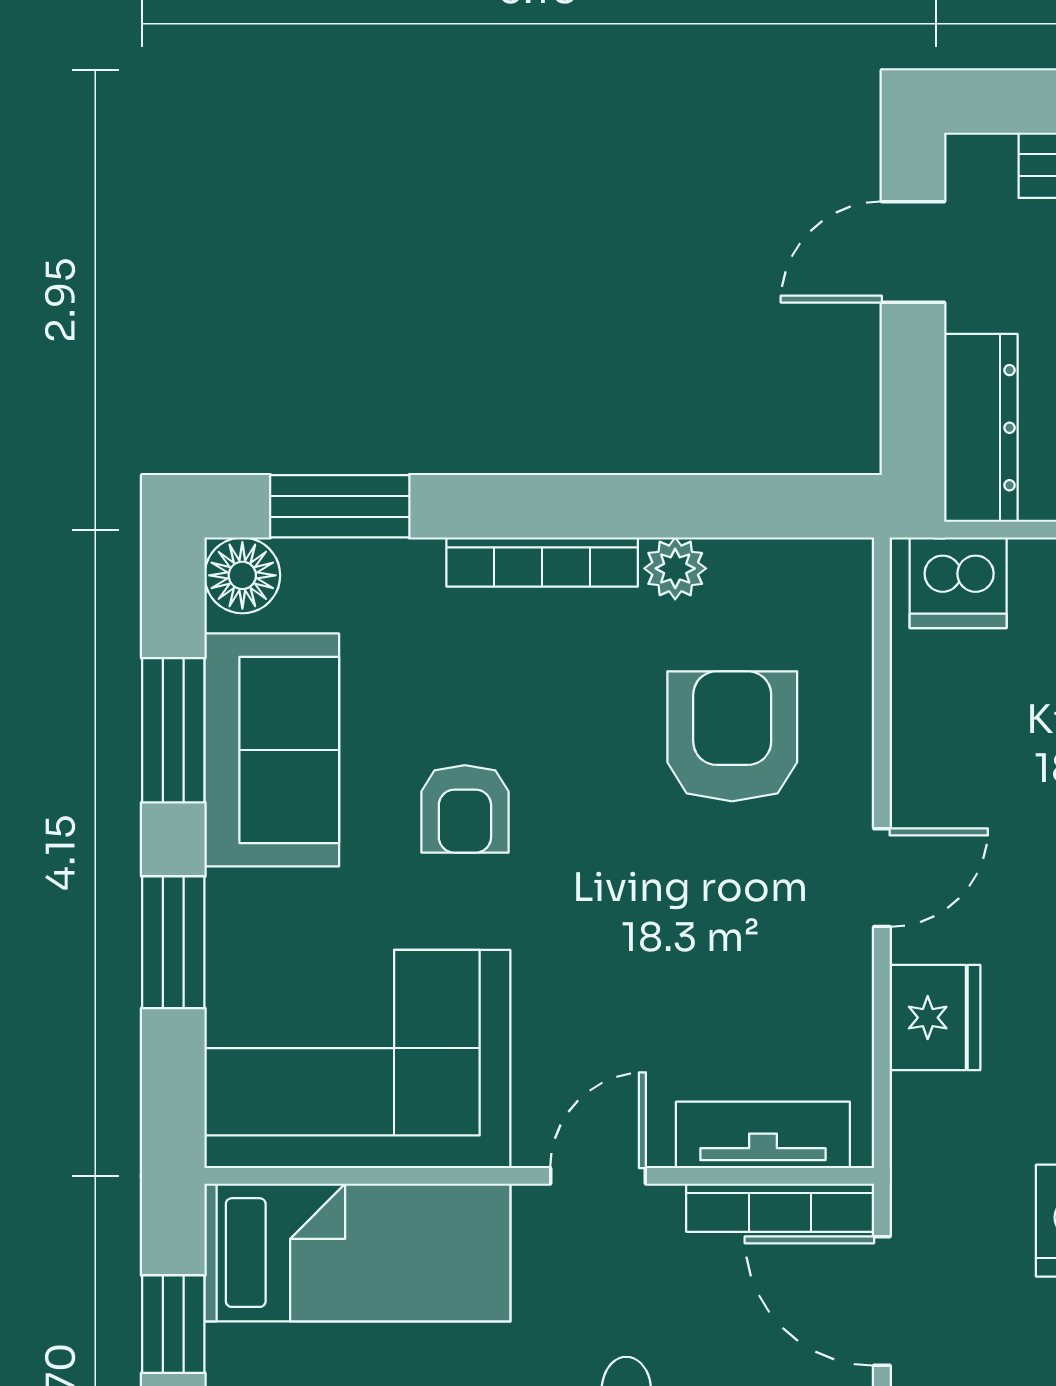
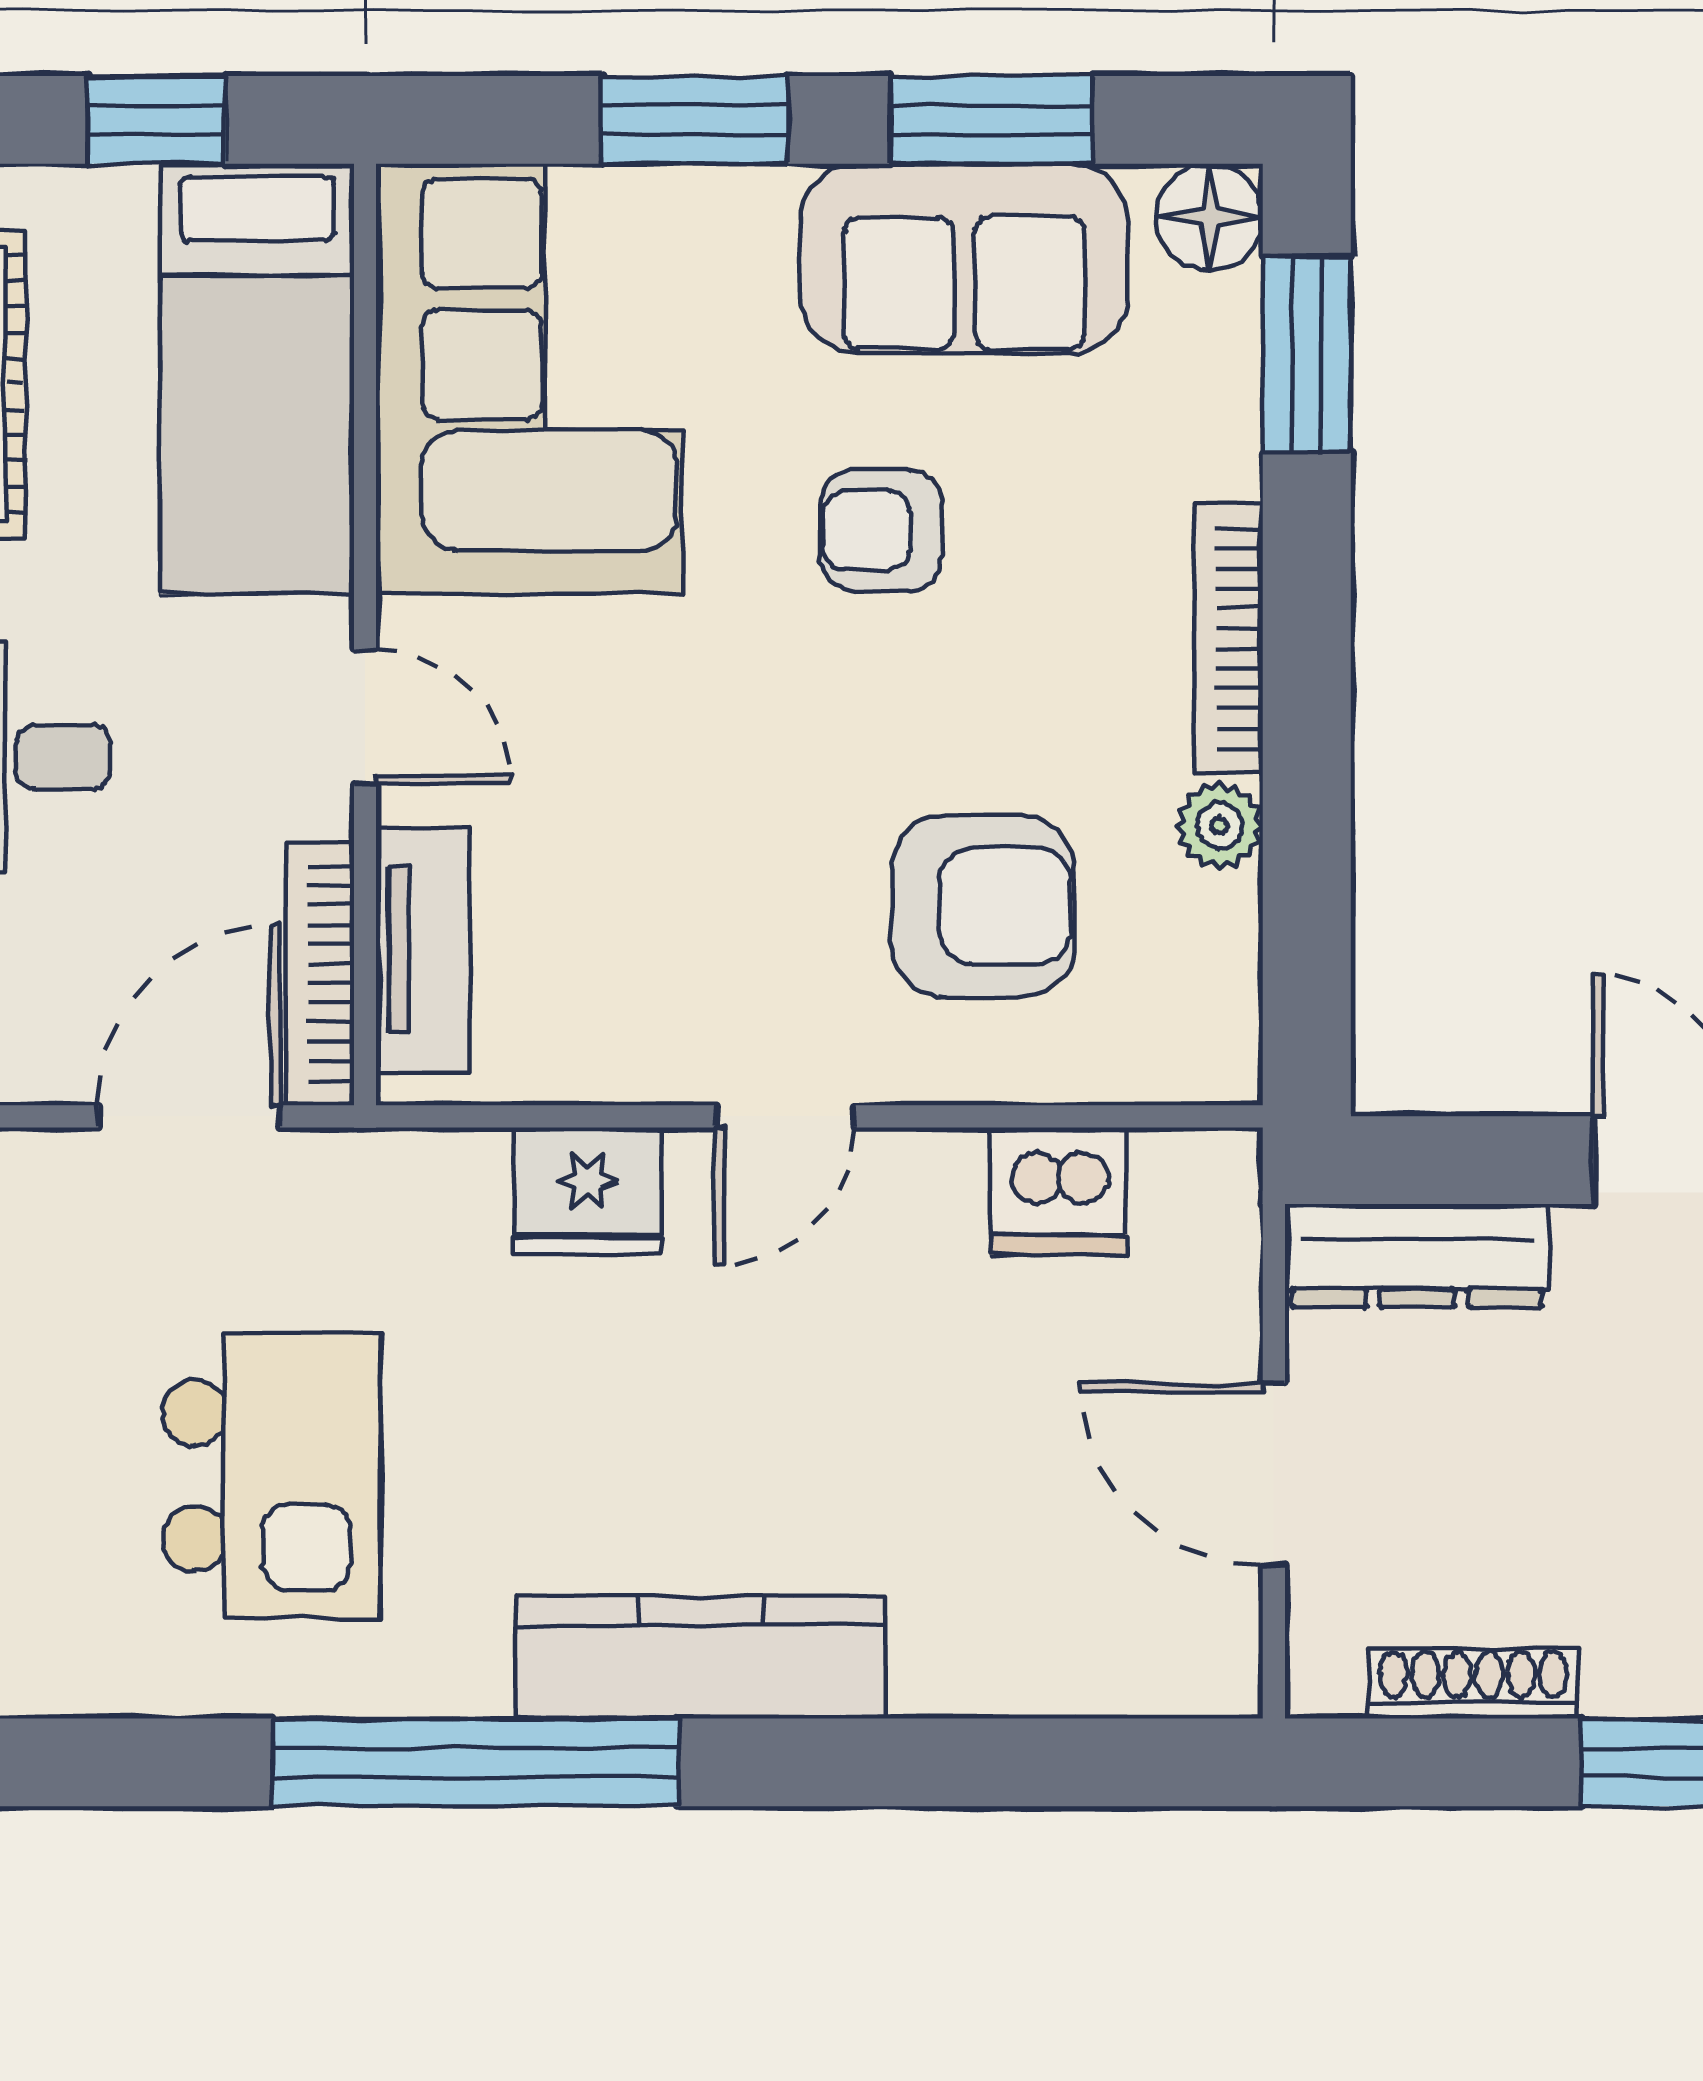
dishwasher: (958, 583) -> (1059, 1191), moved, turned -90
door: (882, 878) -> (785, 1116), hinge flipped

